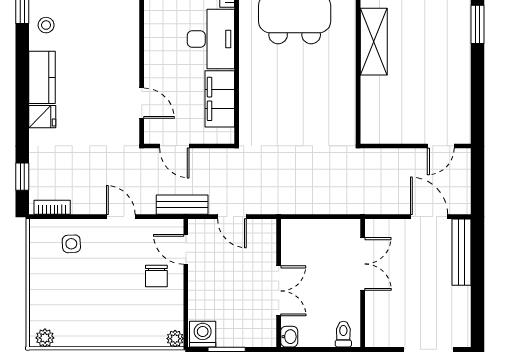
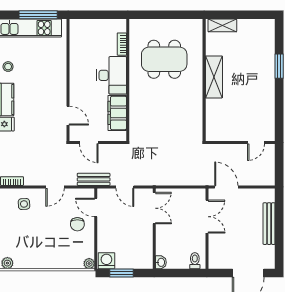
door: (121, 217) -> (55, 187), swing flipped
door: (429, 217) -> (226, 187), moved
bench: (462, 252) -> (269, 224), moved
double door: (279, 291) -> (154, 208), moved

